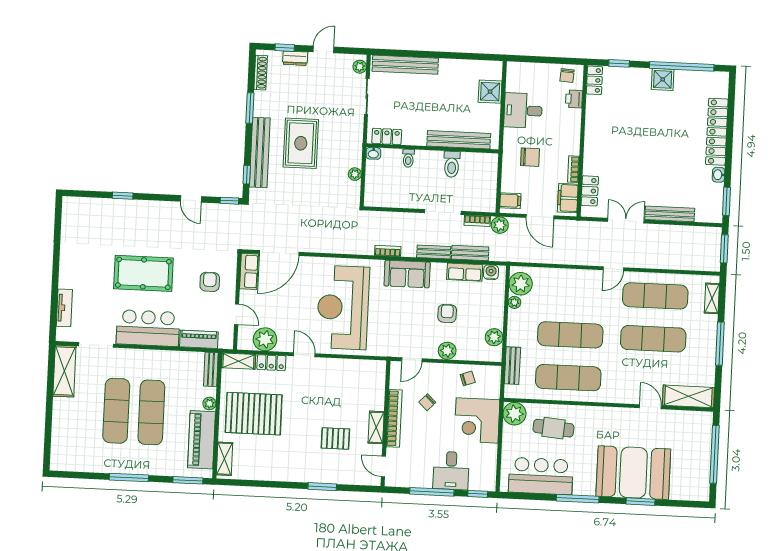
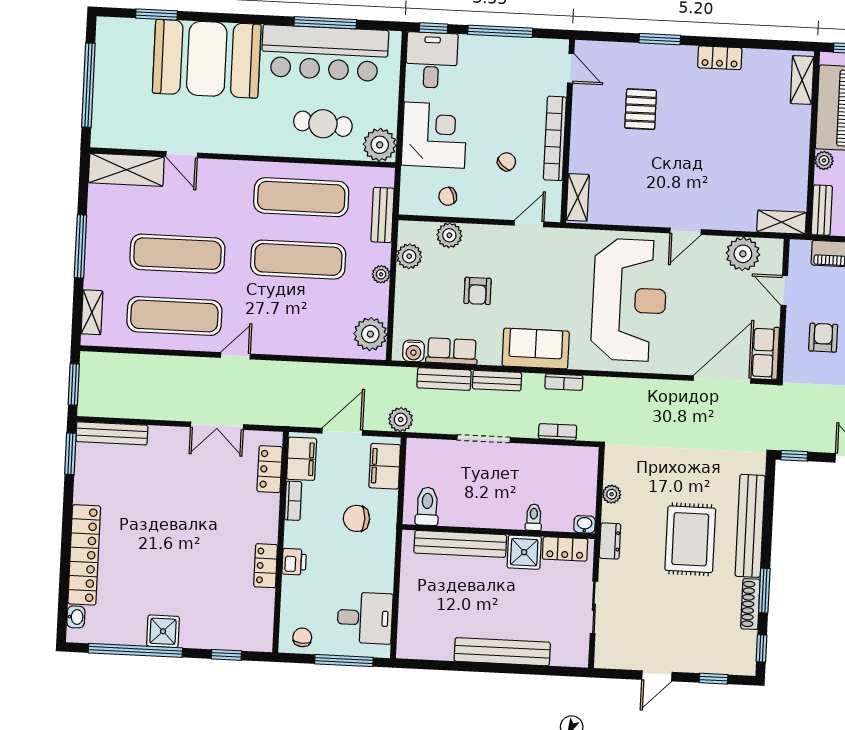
dresser: (295, 58) -> (610, 541), moved, turned 90
window: (538, 60) -> (344, 661), added
bench: (405, 65) -> (502, 652), moved
plant: (360, 67) -> (604, 651), removed
shoe rack: (261, 73) -> (750, 604), moved
locker: (594, 80) -> (266, 566), moved
shower: (490, 92) -> (524, 552), moved
printer: (574, 99) -> (294, 562), moved
desk: (523, 111) -> (365, 618), moved
toilet: (452, 164) -> (427, 506), moved
window: (247, 175) -> (762, 648), moved
washbasin: (719, 175) -> (76, 617), moved
filing cabinet: (510, 201) -> (385, 466), width x2.00
bench: (670, 214) -> (112, 433), moved
door: (540, 217) -> (342, 432), hinge flipped
bookcase: (477, 221) -> (558, 432), moved
armchair: (210, 282) -> (823, 338), turned 180
plant: (514, 302) -> (381, 274), moved
plant: (447, 351) -> (449, 235), moved
door: (304, 355) -> (686, 231), hinge flipped
locker: (271, 363) -> (720, 58), moved, turned 180
pallet: (254, 414) -> (760, 146), removed
shelving: (376, 427) -> (578, 197), moved
pallet: (335, 439) -> (641, 109), turned 90
desk: (451, 471) -> (432, 60), moved
bar counter: (541, 476) -> (325, 53), width x1.36
window: (578, 499) -> (325, 23), moved
window: (641, 502) -> (156, 14), moved

